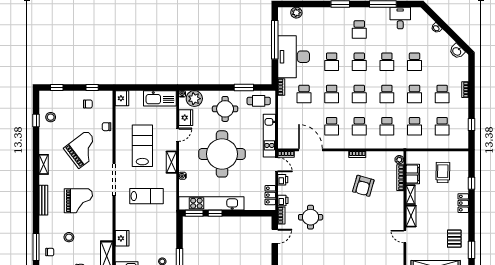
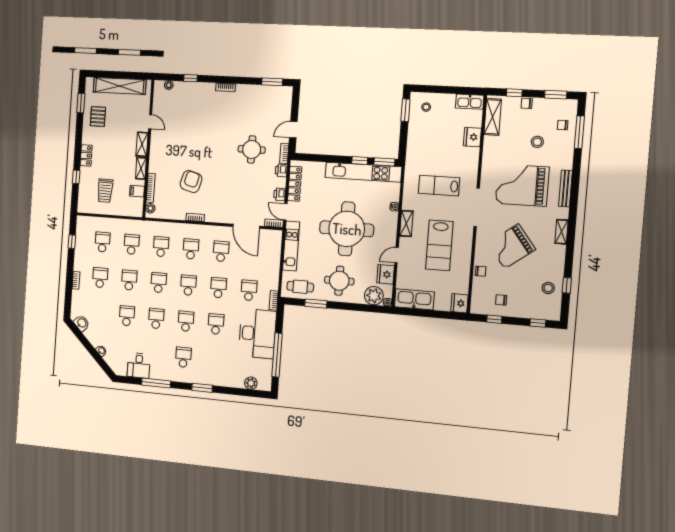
filing cabinet: (413, 174) -> (137, 191), width x0.50
locker: (270, 195) -> (295, 184), width x1.53
grand piano: (78, 201) -> (522, 185), width x1.37, depth x1.48

